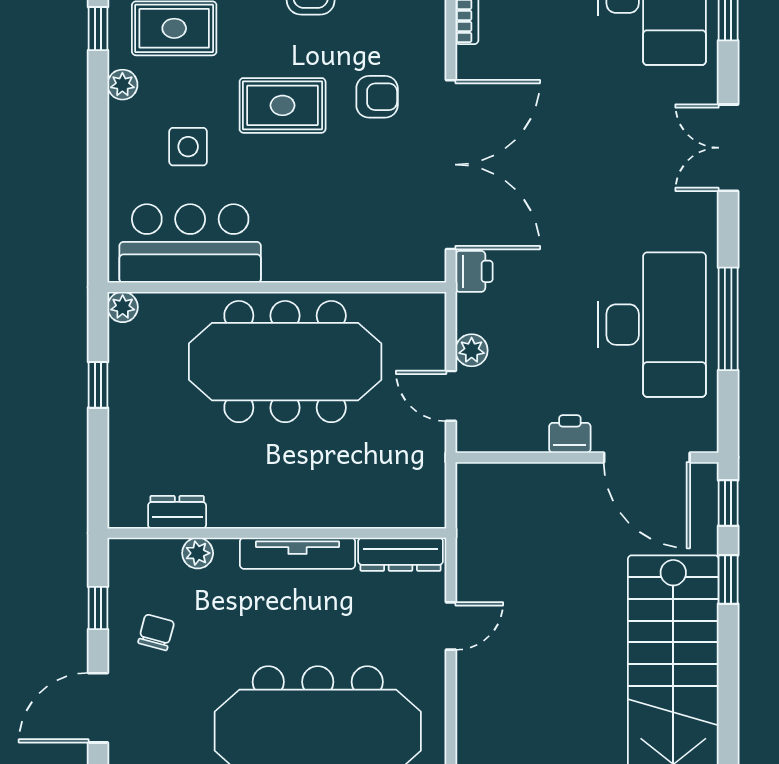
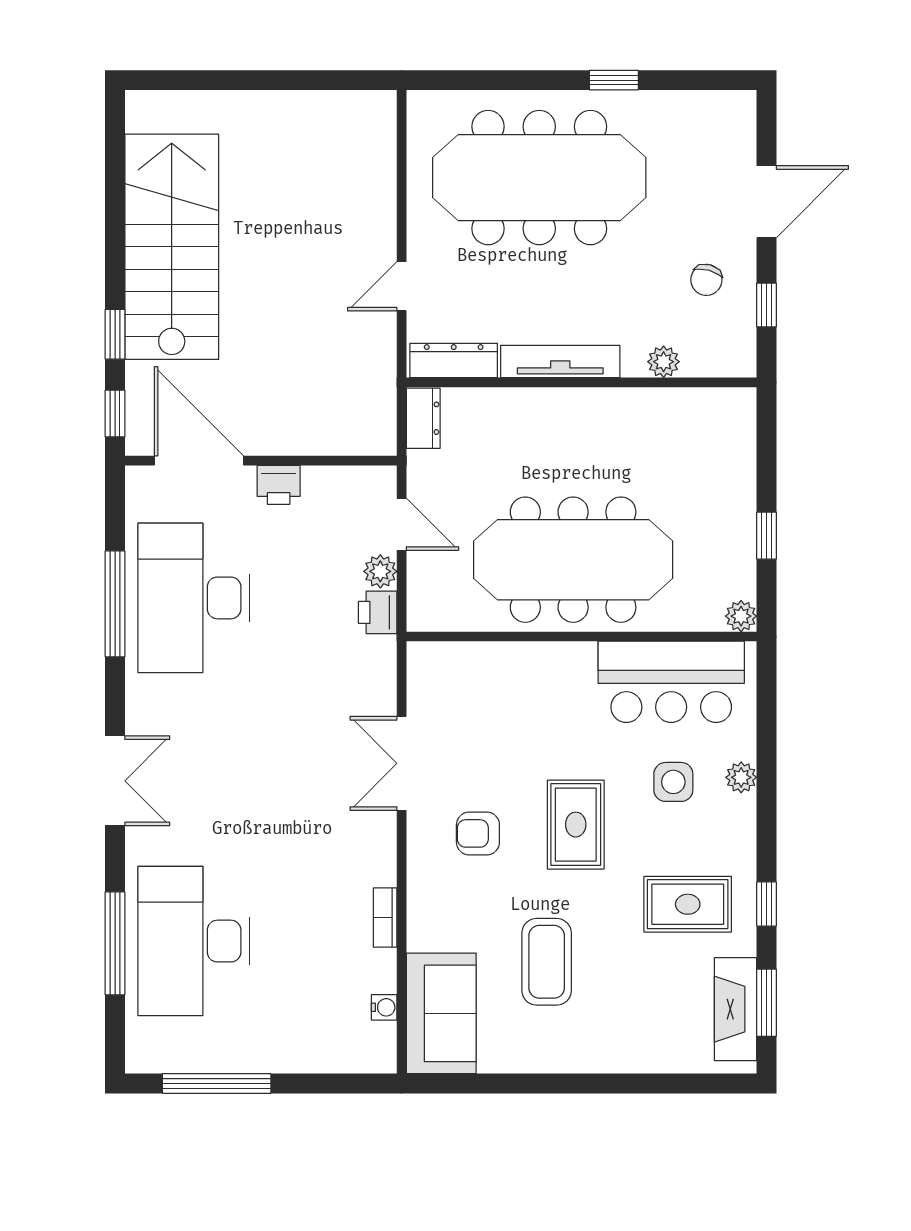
plant: (122, 85) -> (741, 777), moved
rug: (283, 105) -> (576, 825), turned 90
double door: (451, 165) -> (402, 763), width x0.54
printer: (474, 271) -> (378, 612), moved
dresser: (177, 512) -> (423, 418), moved, turned -90

